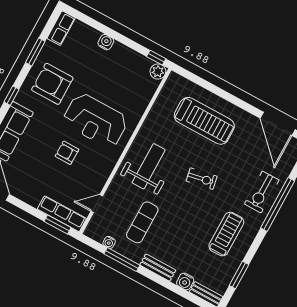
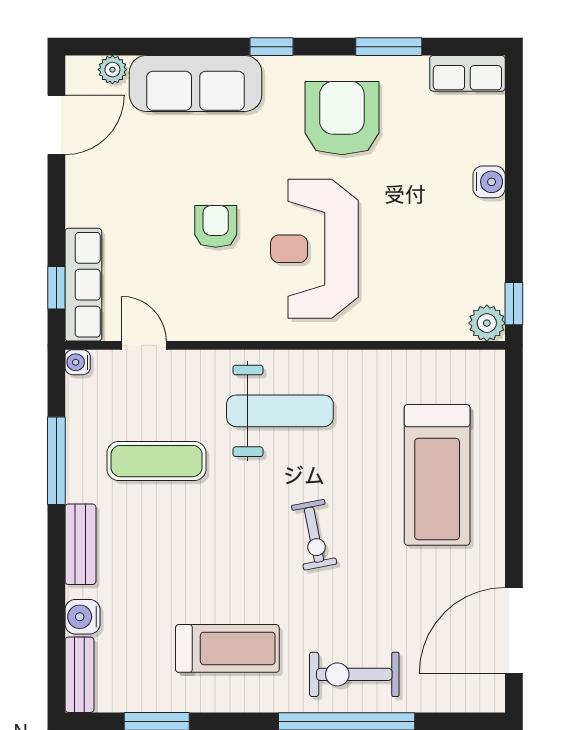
window: (58, 224) -> (56, 288), width x0.67
water cooler: (109, 242) -> (78, 362), moved

